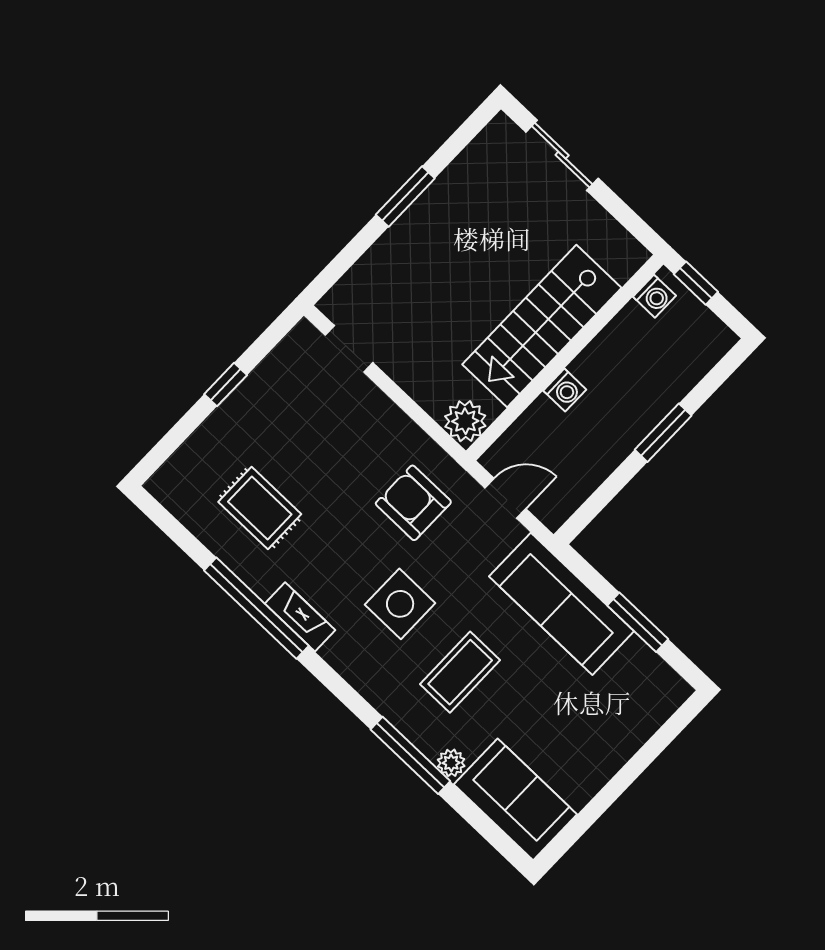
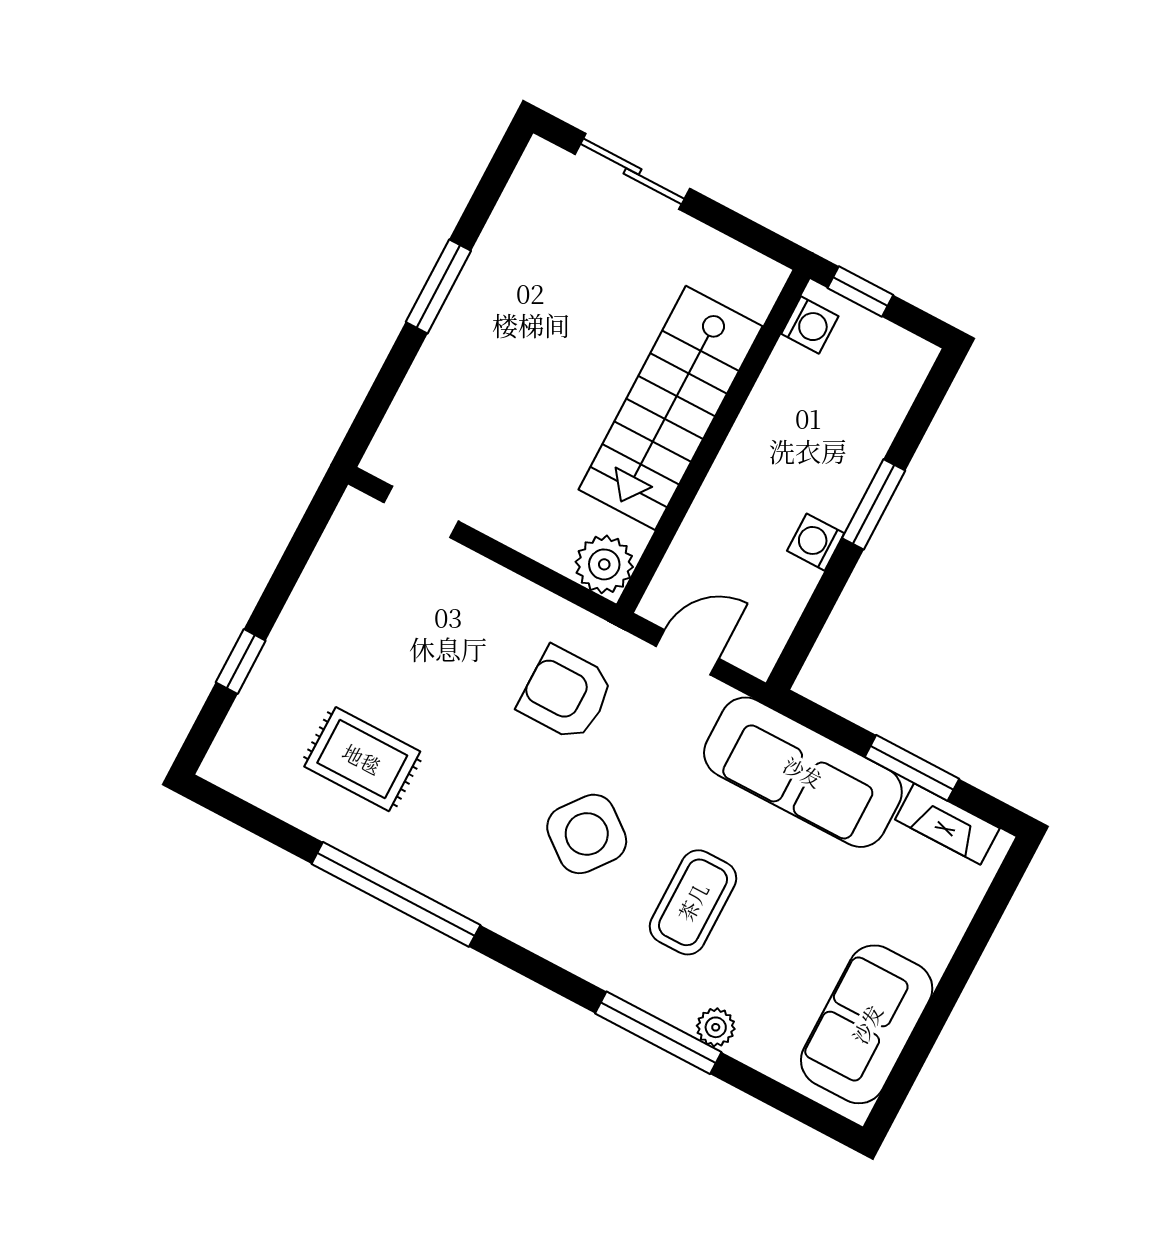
window: (226, 385) -> (241, 662), moved
washing machine: (565, 390) -> (816, 542), moved, turned 180
side table: (400, 604) -> (587, 834), turned 38
fireplace: (300, 617) -> (947, 824), moved, turned 180
sofa: (515, 799) -> (867, 1024), moved, turned -90

